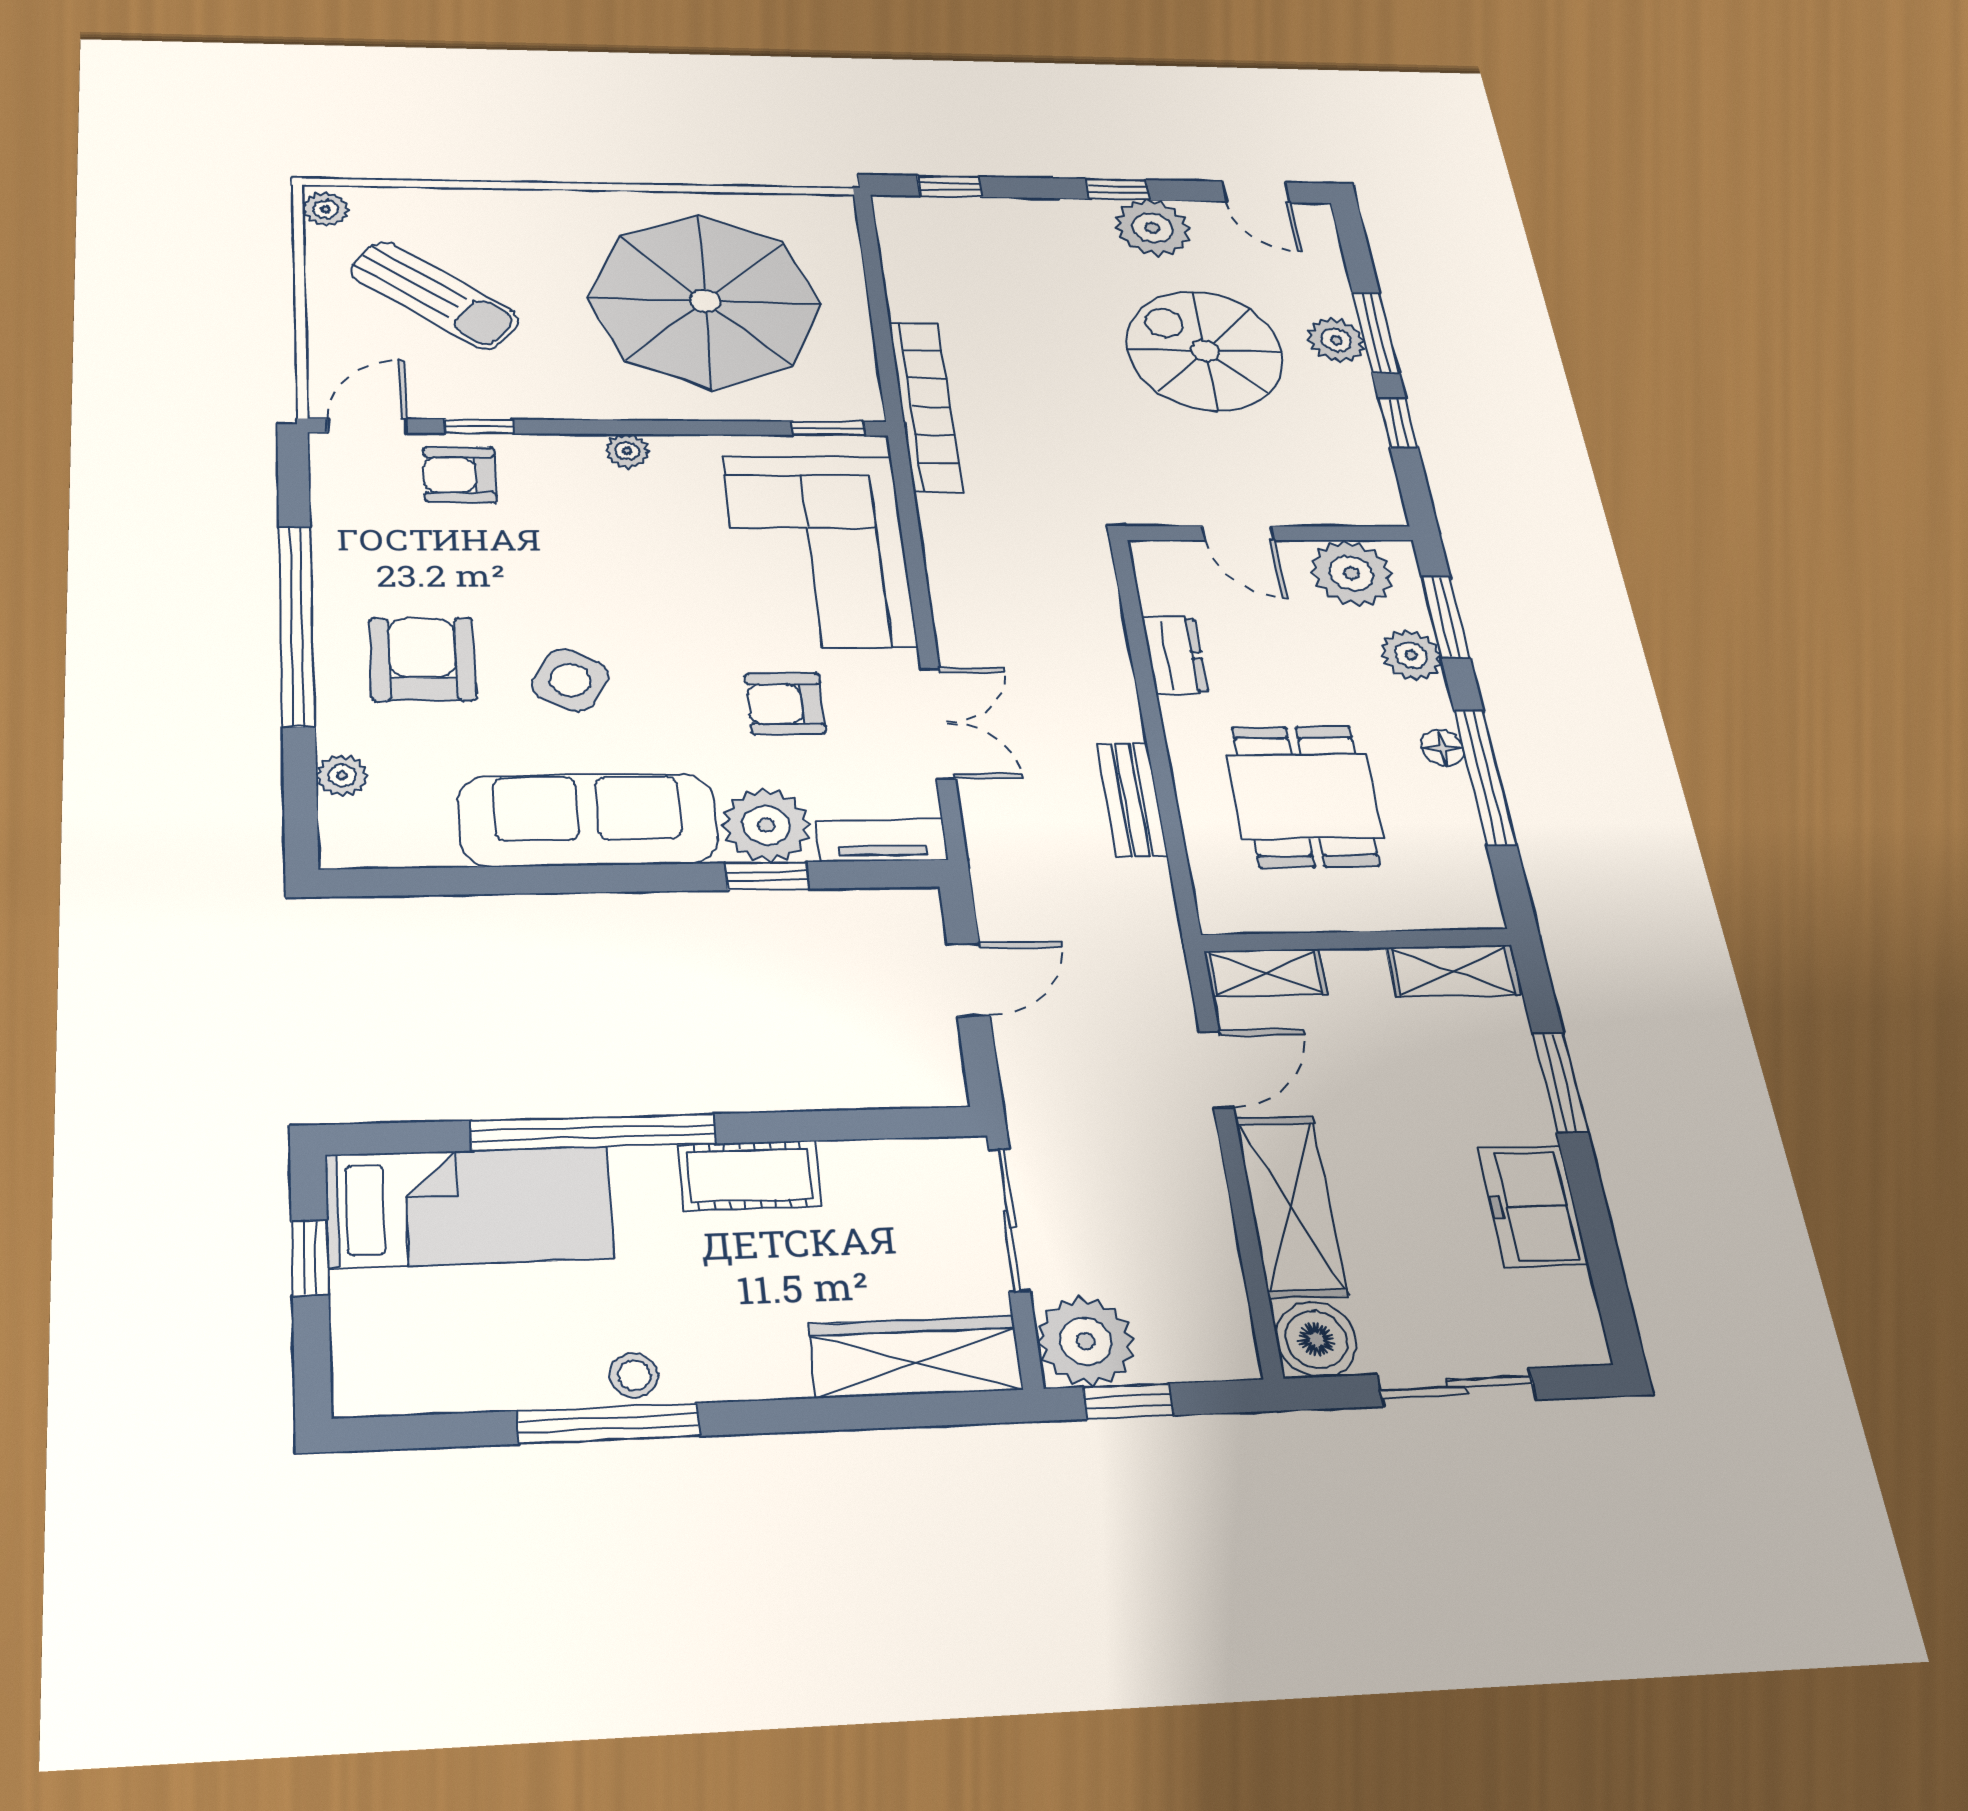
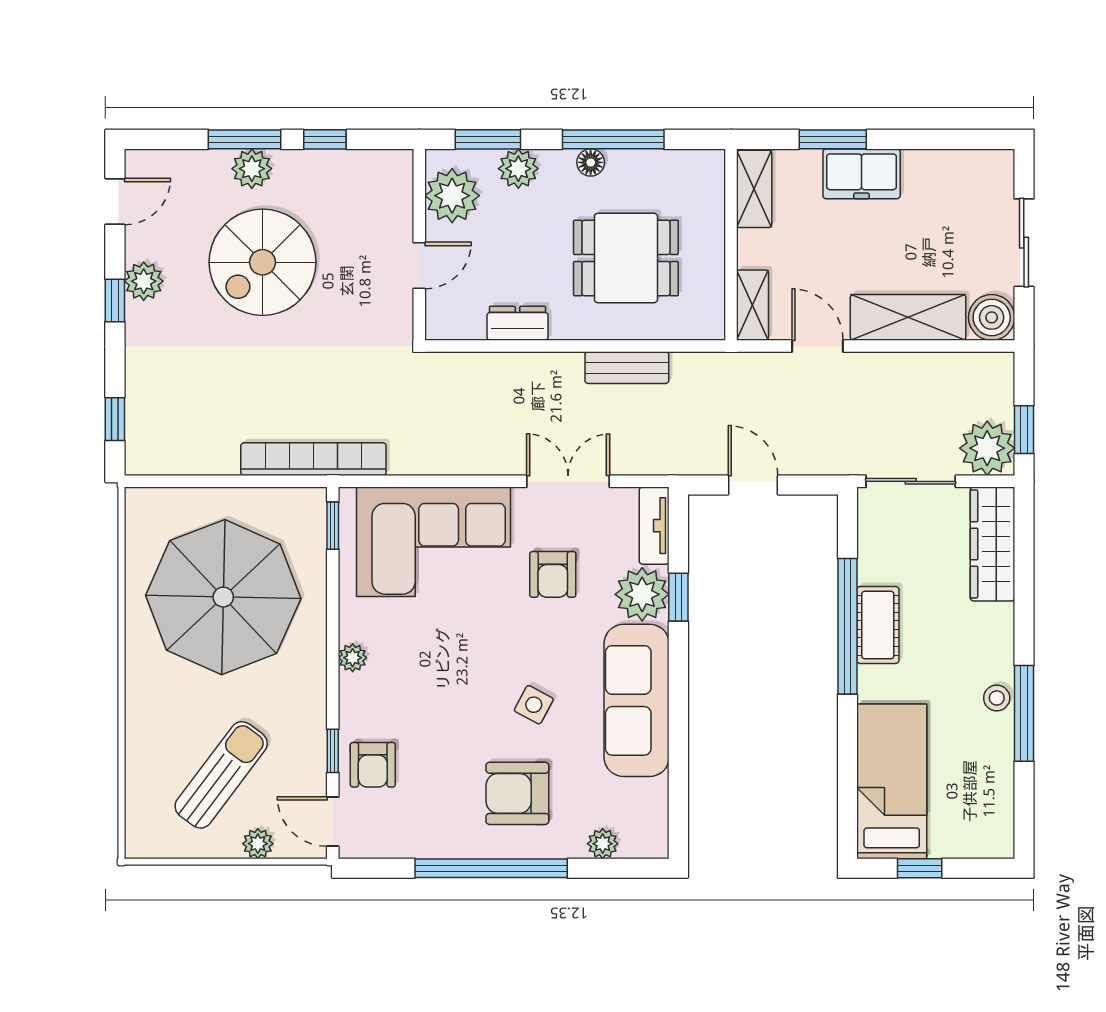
plant: (326, 209) -> (258, 844), moved
plant: (1153, 228) -> (144, 281), width x0.73, depth x0.73
side table: (570, 680) -> (534, 705), width x0.73, depth x0.73
window: (594, 1132) -> (847, 626), moved
freezer: (1533, 1206) -> (862, 174), moved

